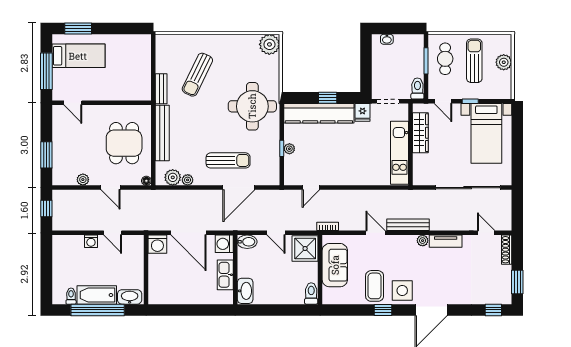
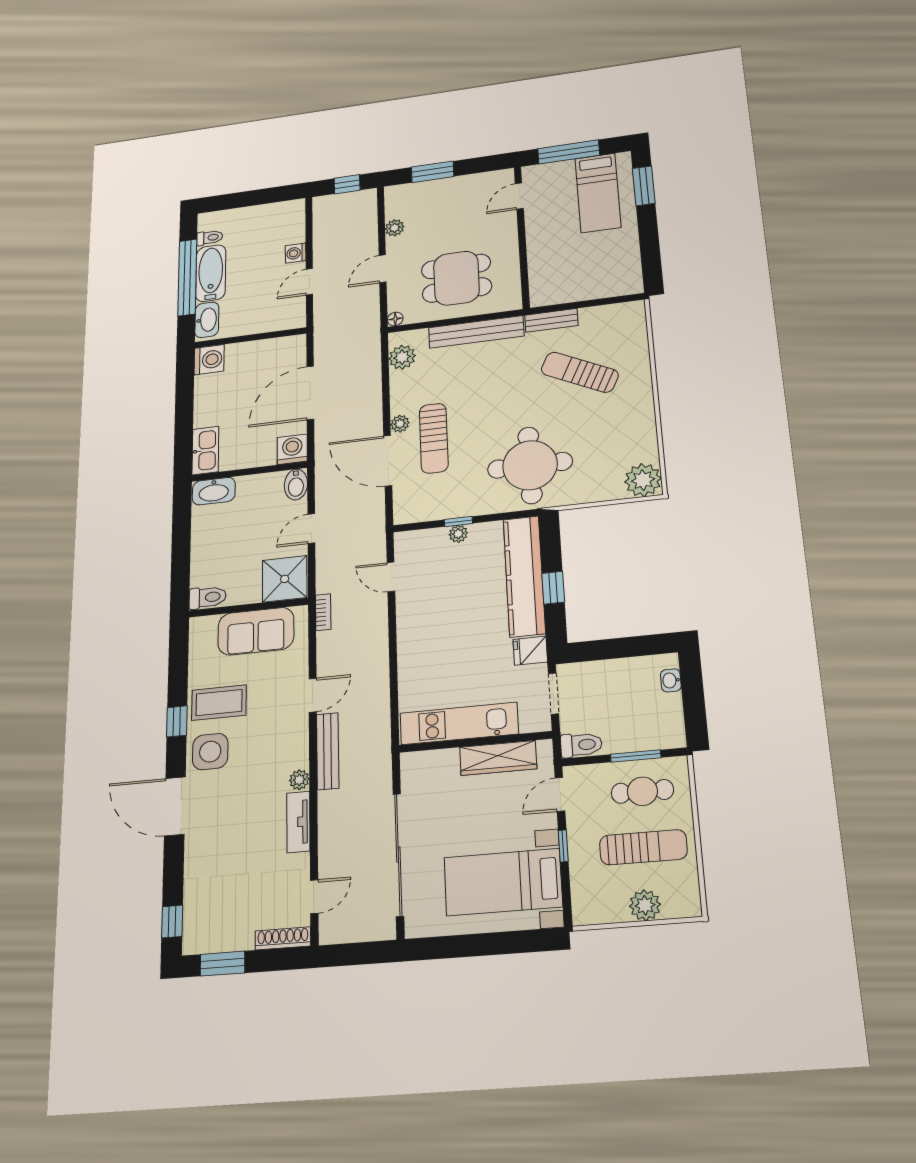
plant: (188, 180) -> (400, 424), moved
washing machine: (157, 244) -> (209, 360), moved, turned 180
kitchen sink: (225, 275) -> (205, 450), moved, turned 90

